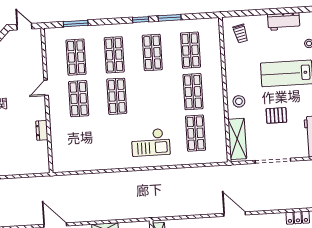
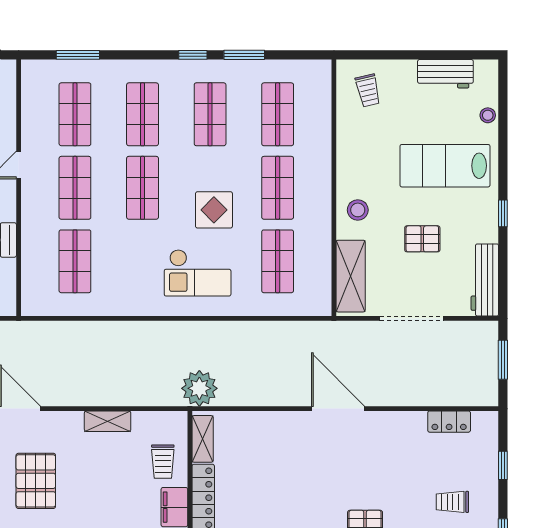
display table: (158, 106) -> (214, 210), added
shop shelf: (81, 140) -> (75, 261), added
plant: (156, 207) -> (199, 388), added
door: (235, 214) -> (338, 409), width x1.36

